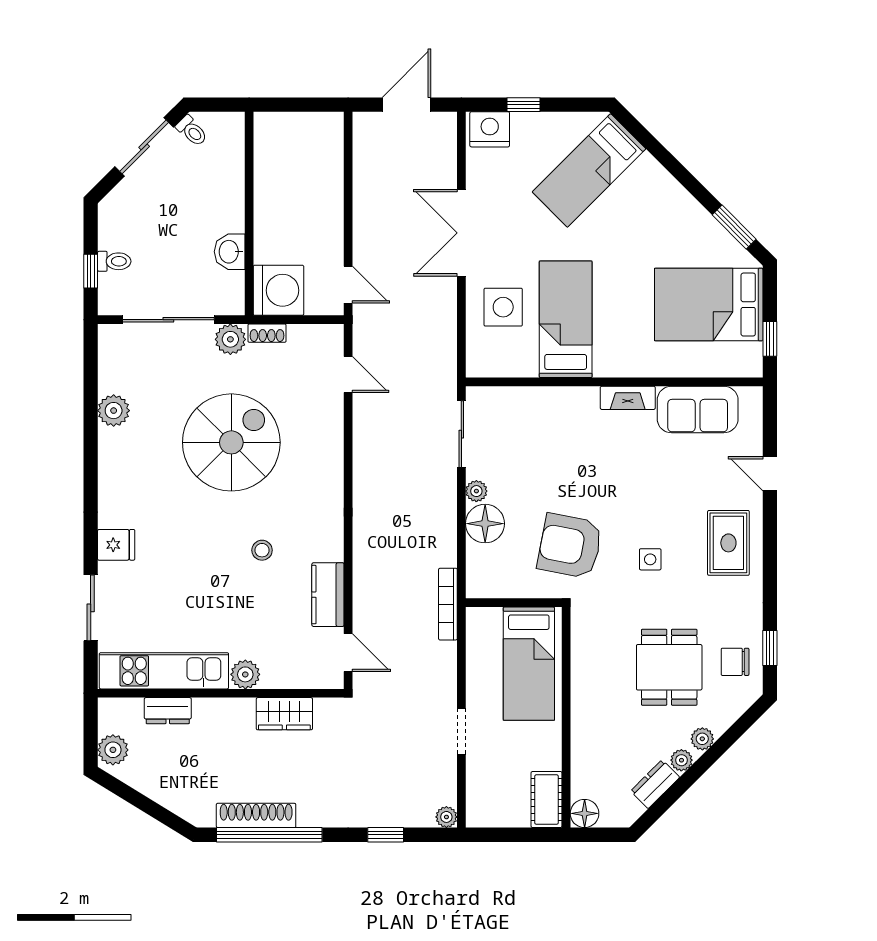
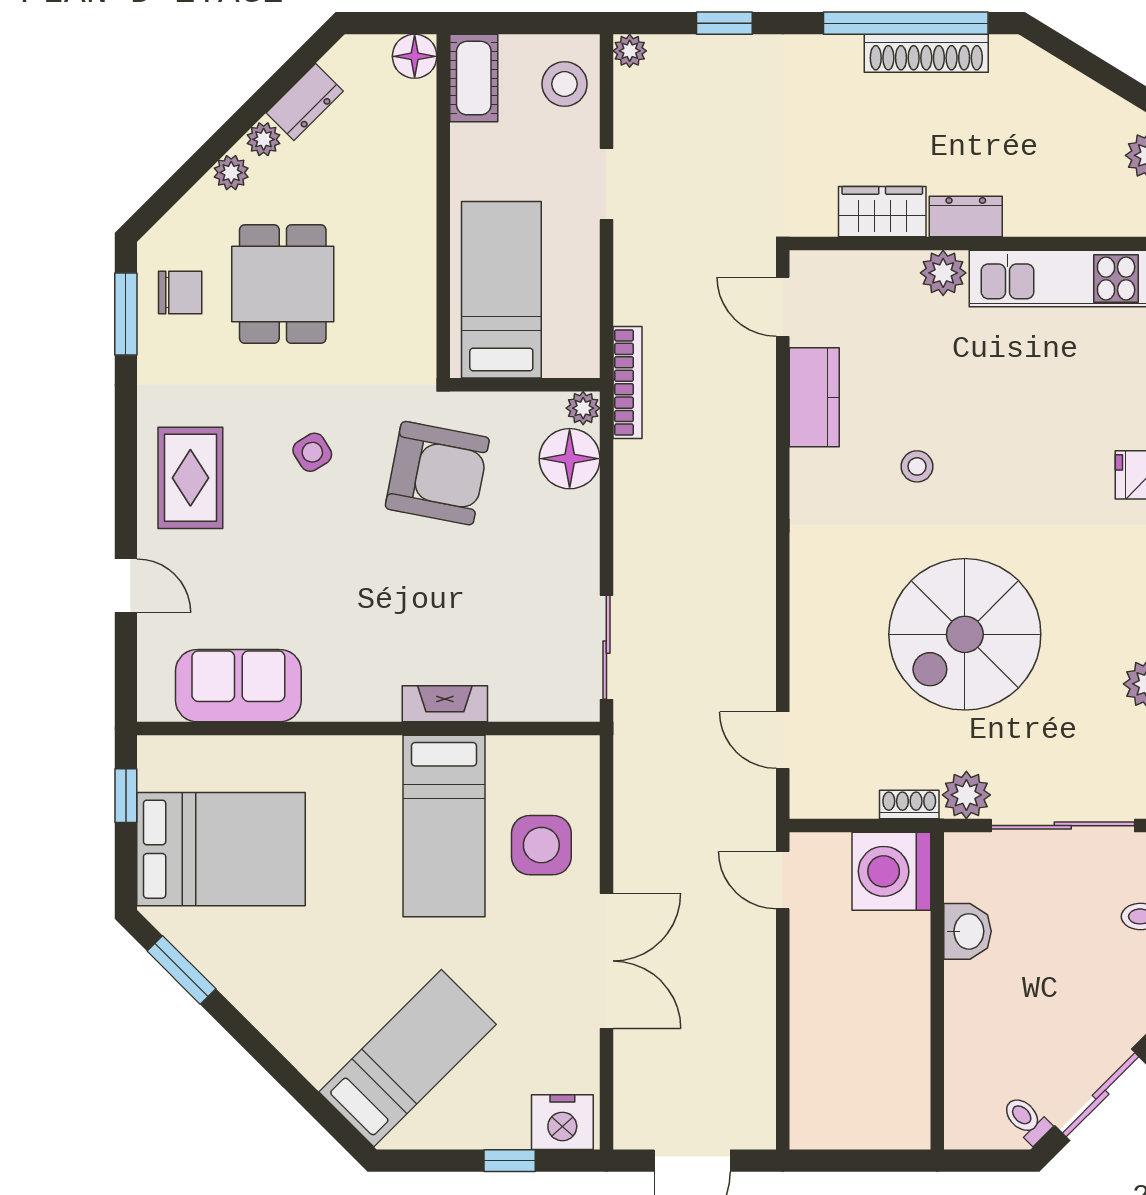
fireplace: (628, 398) -> (445, 704), moved
plant: (476, 491) -> (583, 408), moved
floor lamp: (485, 524) -> (570, 459), moved
side table: (650, 559) -> (312, 452), turned -32
window: (770, 648) -> (126, 314), width x1.50
dresser: (168, 711) -> (966, 216), moved
stool: (488, 796) -> (565, 84), added

